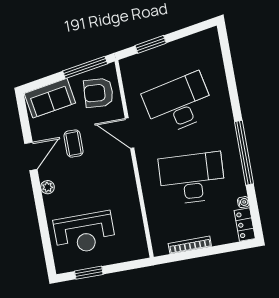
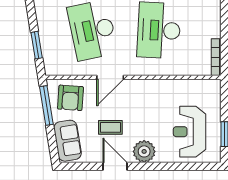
plant: (47, 187) -> (144, 151), width x1.88, depth x1.88
reception desk: (85, 233) -> (189, 132), turned 180
bookcase: (190, 245) -> (216, 57), moved

